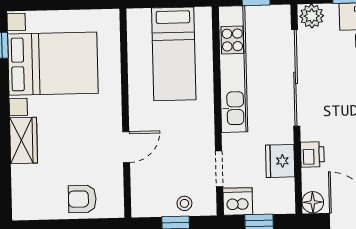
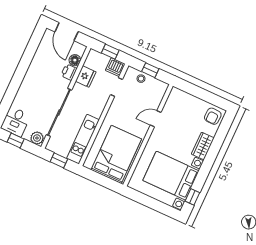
bed: (174, 54) -> (116, 154), width x1.50
kitchen unit: (233, 69) -> (83, 139), width x0.73
armchair: (82, 199) -> (213, 116), moved, turned 92
floor lamp: (313, 202) -> (75, 60), moved

